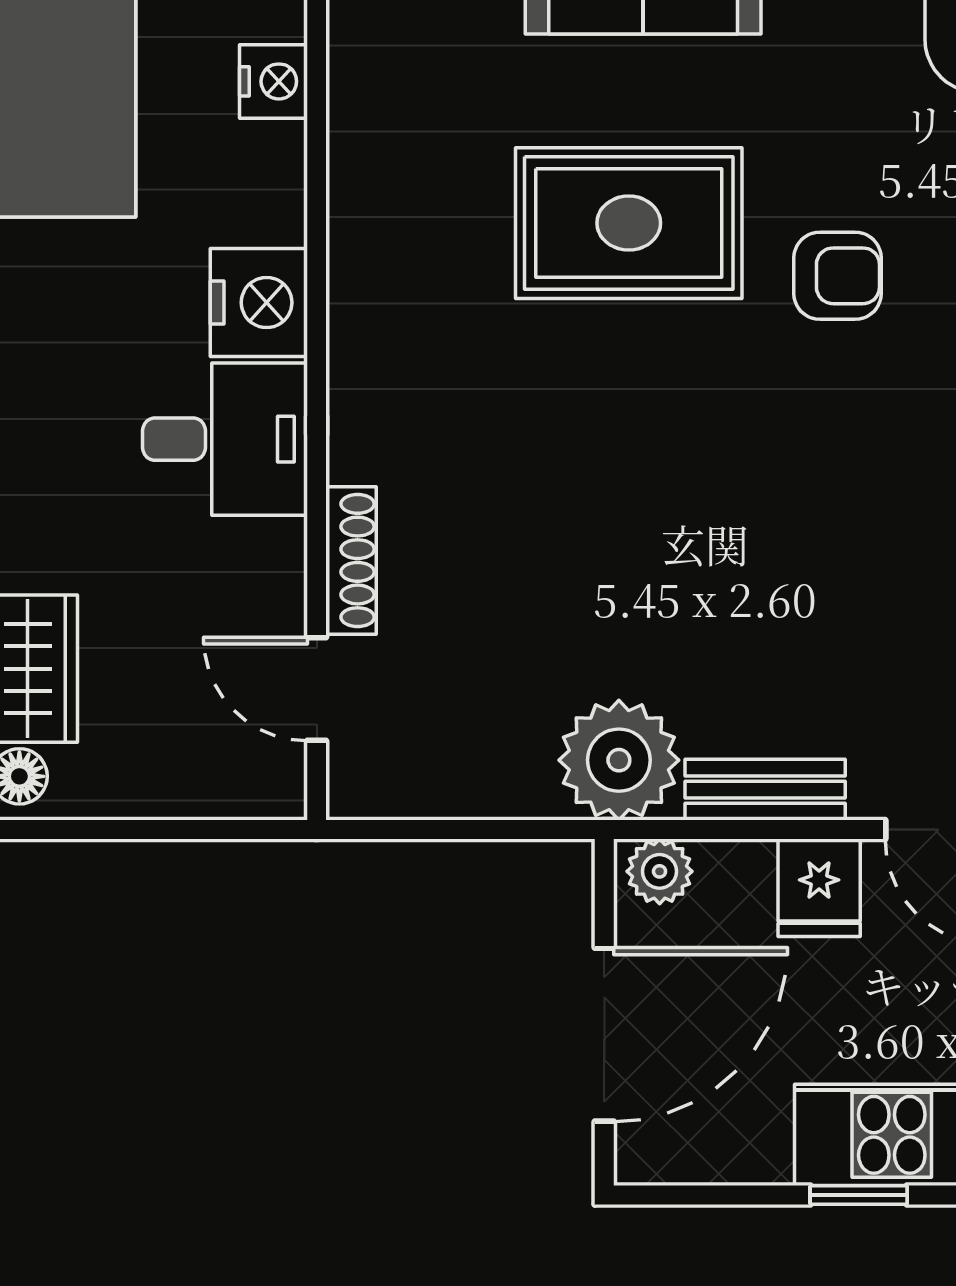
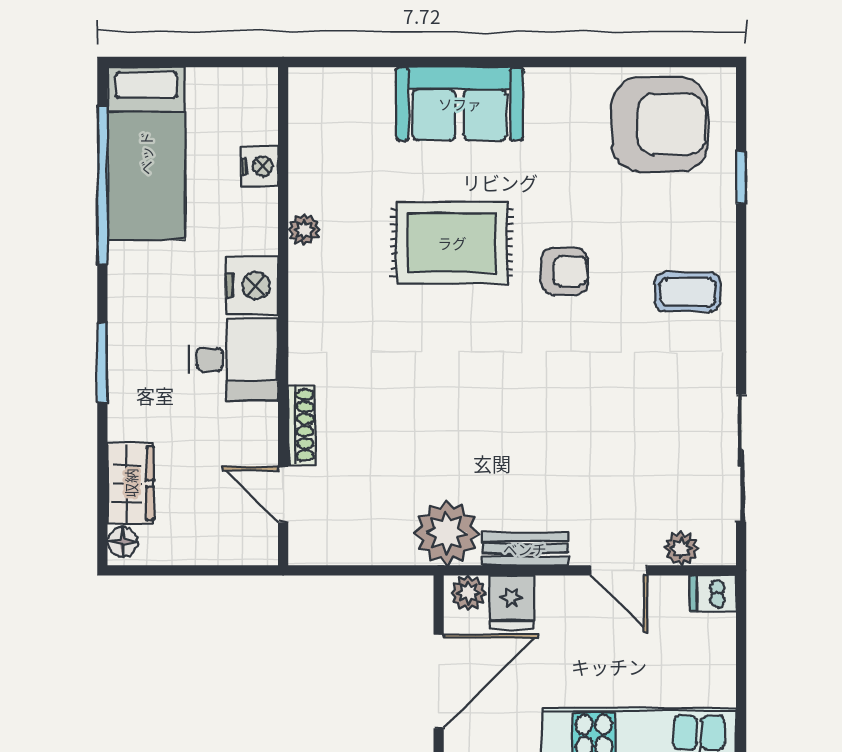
plant: (355, 199) -> (304, 230), added
fridge: (819, 888) -> (512, 602), moved

